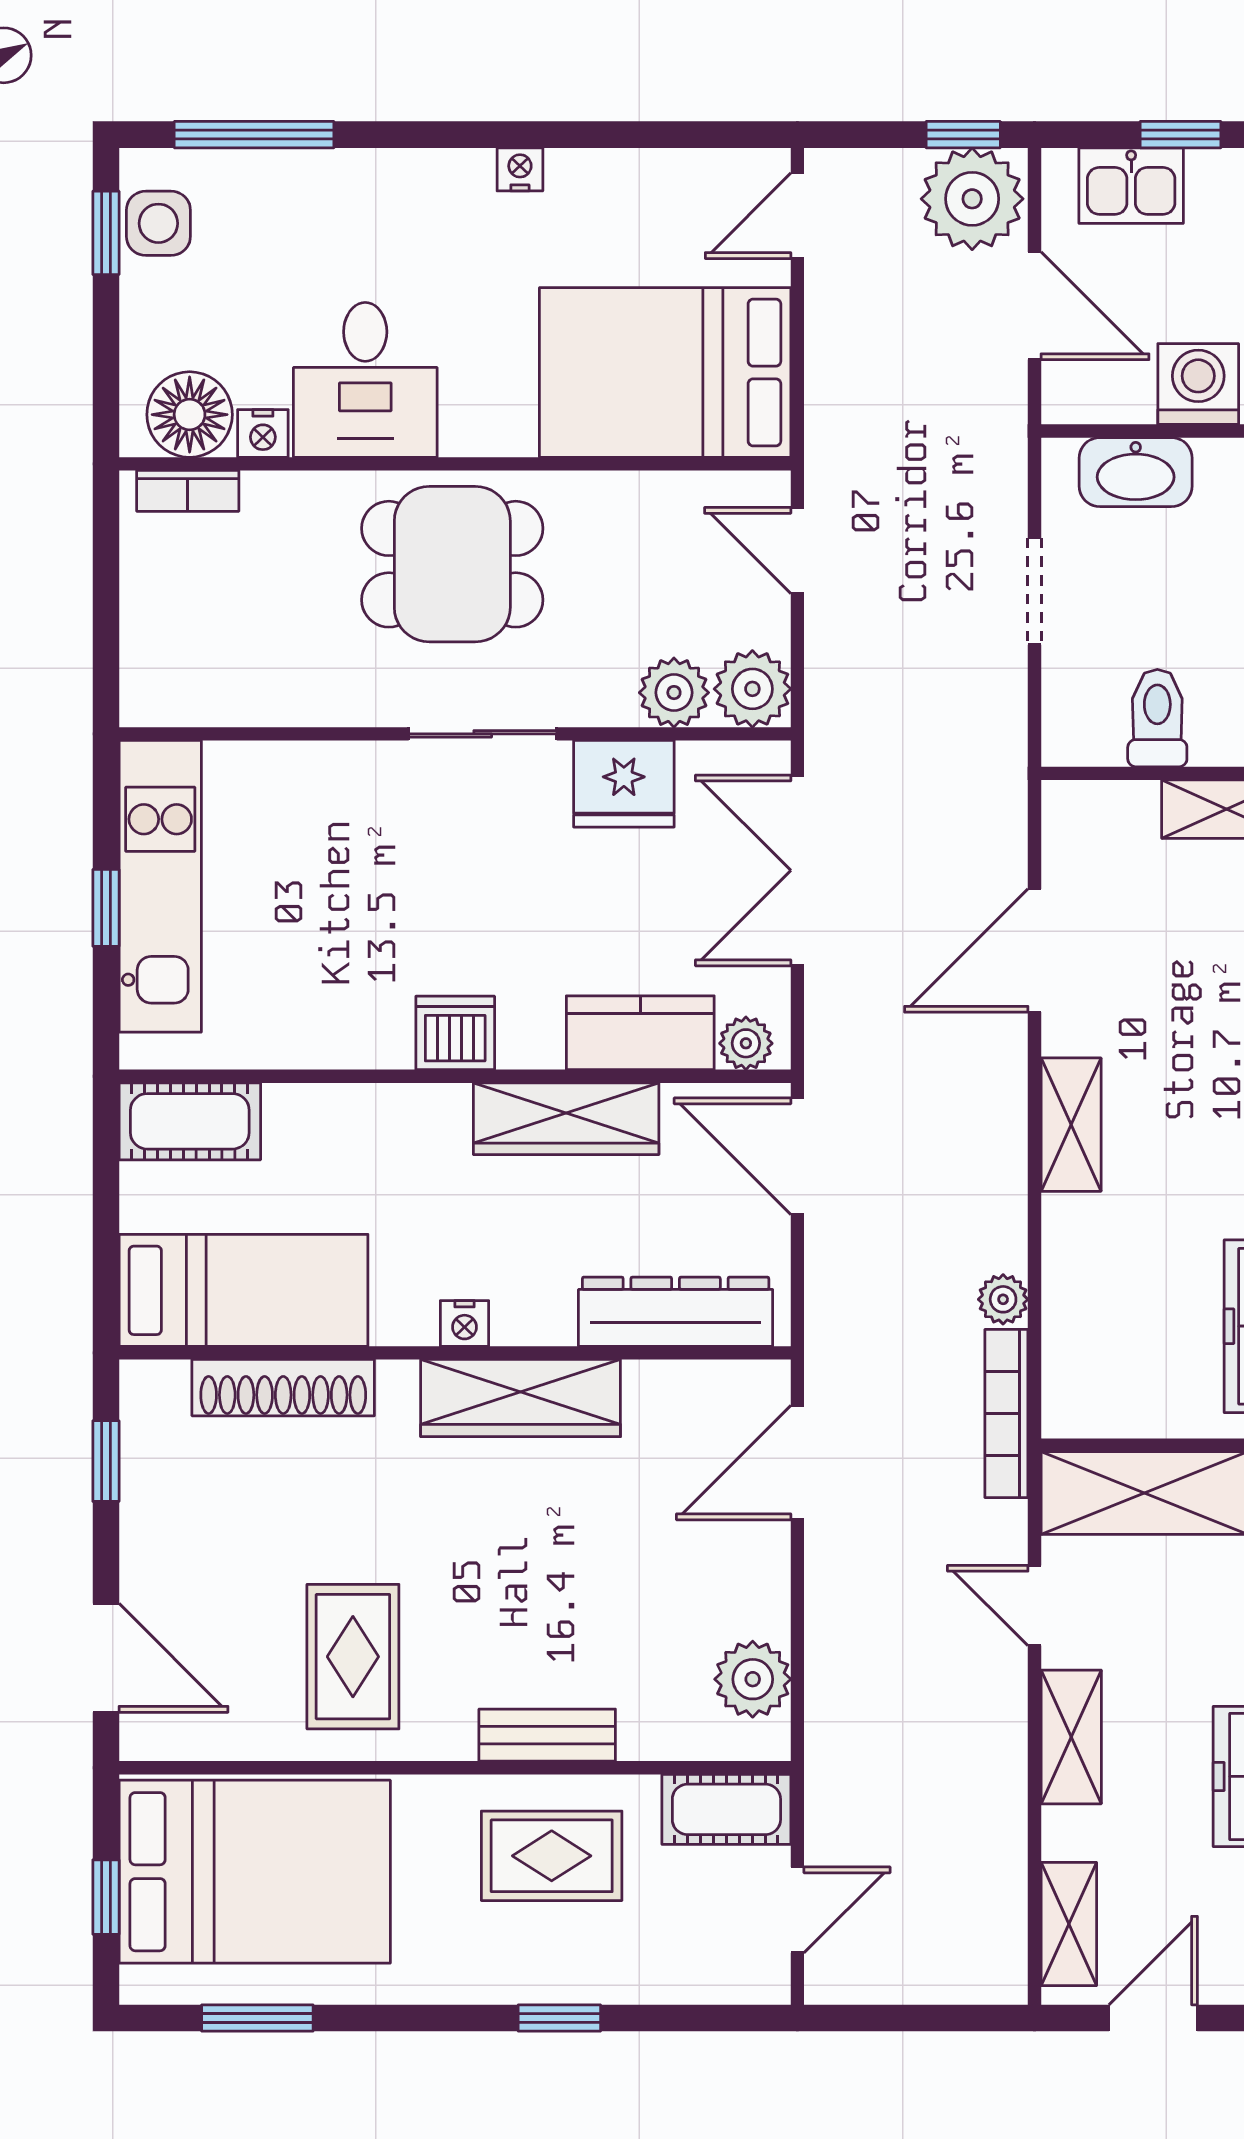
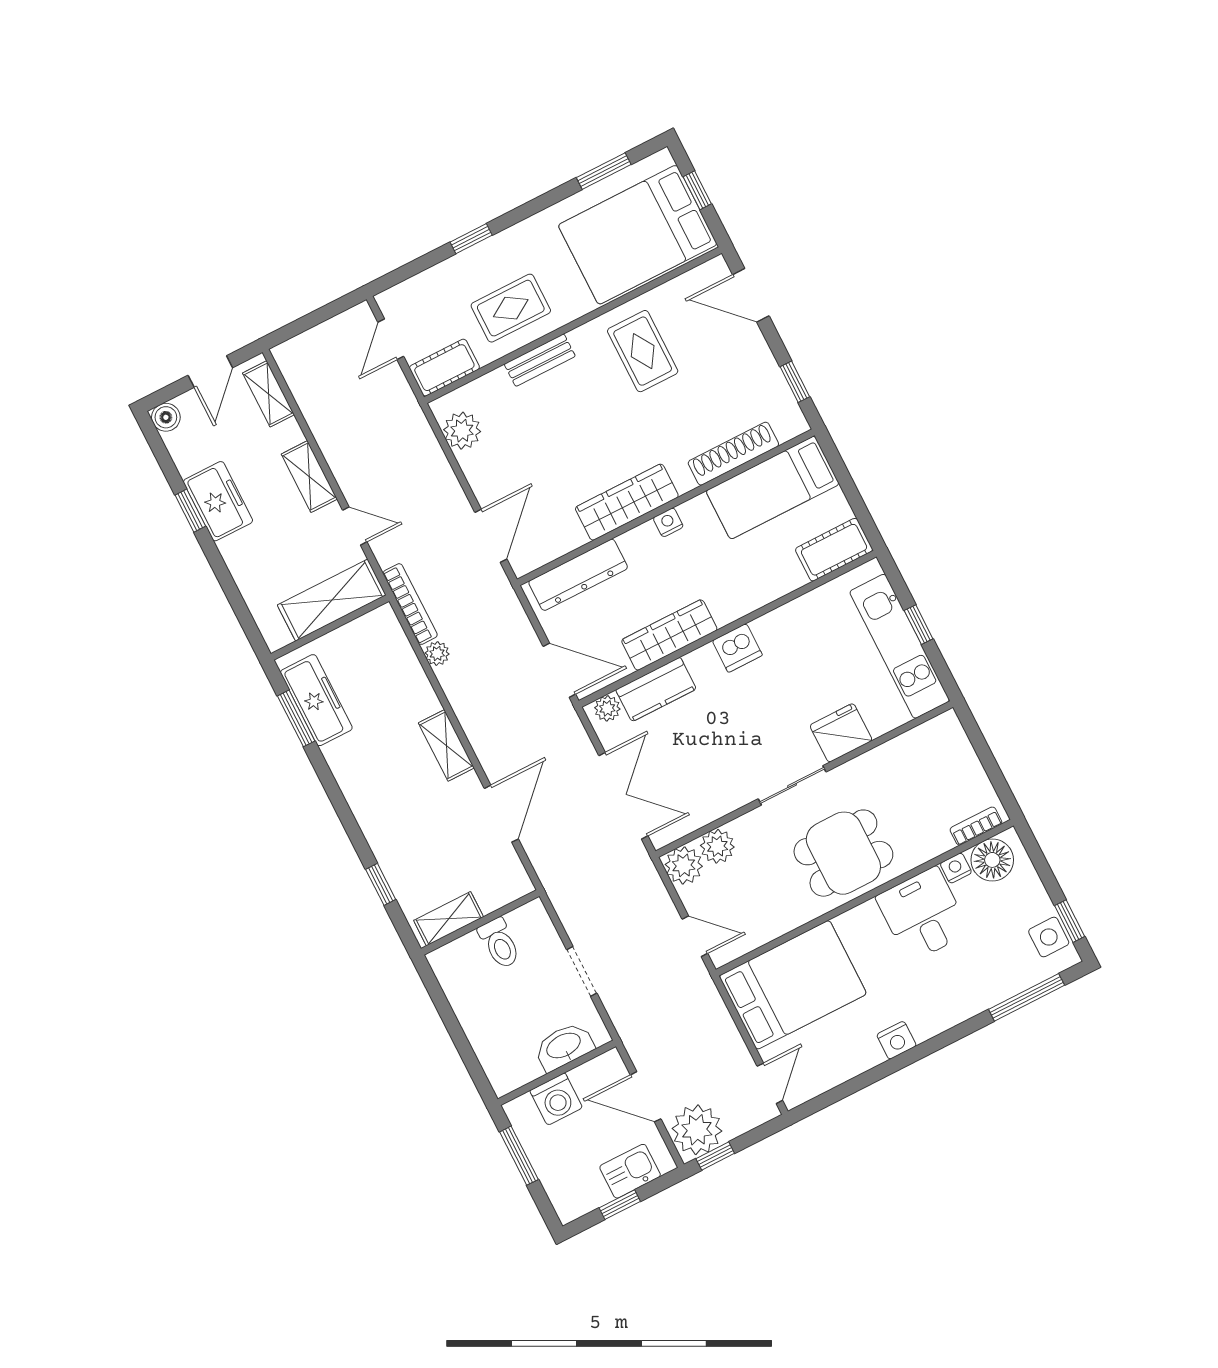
nightstand: (520, 169) -> (896, 1040), width x1.39, depth x1.35
fridge: (624, 784) -> (841, 733), moved

